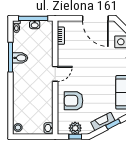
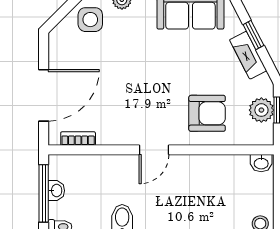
door: (95, 18) -> (44, 95), moved
door: (55, 74) -> (154, 150), swing flipped
armchair: (74, 101) -> (207, 113), turned -90

